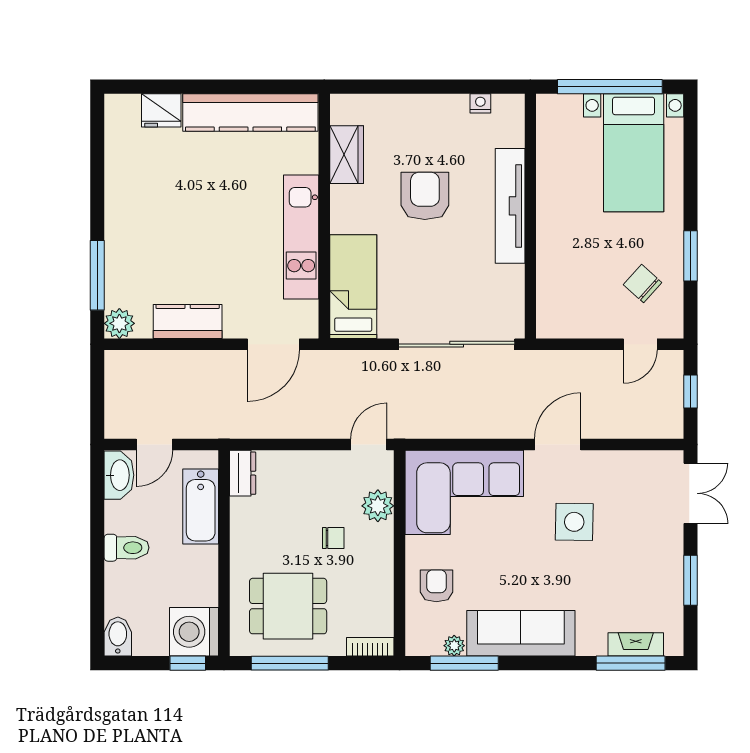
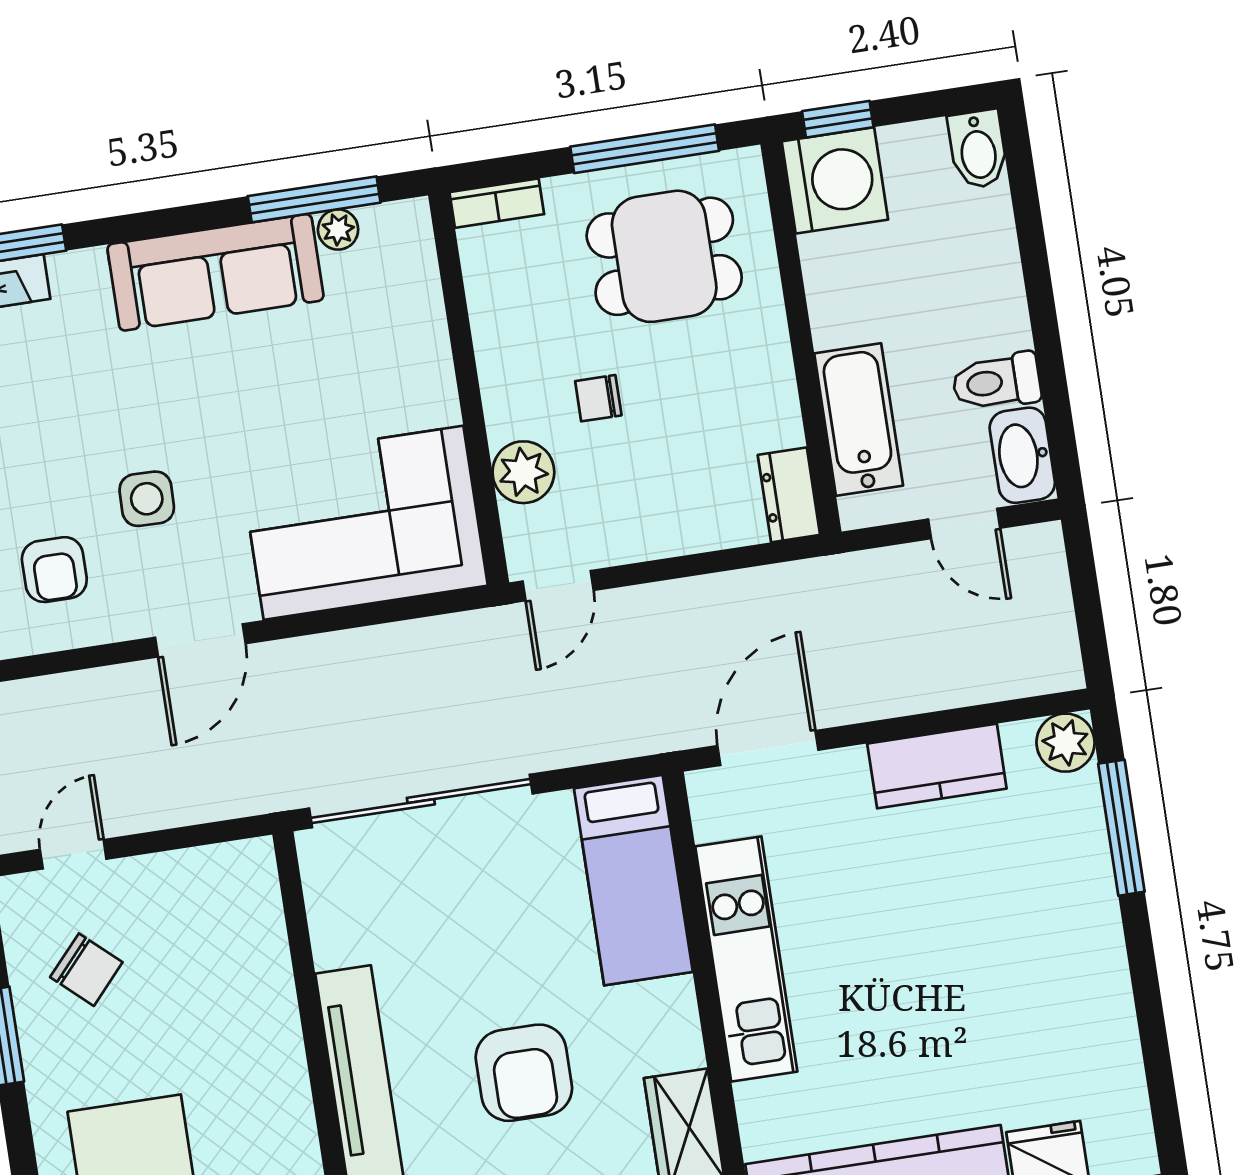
door: (154, 444) -> (964, 524), swing flipped
side table: (574, 522) -> (147, 499), width x0.73, depth x0.73
toilet: (127, 548) -> (996, 382), moved
armchair: (436, 586) -> (54, 570), moved

